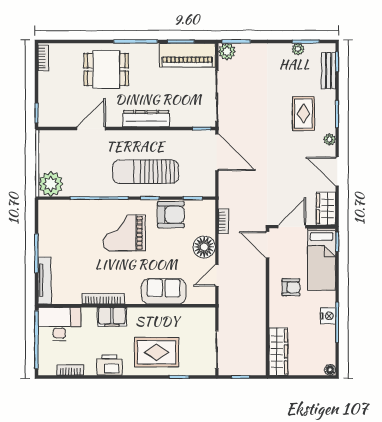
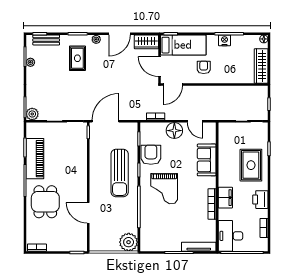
piano: (187, 55) -> (35, 159), moved
rug: (303, 114) -> (77, 58), turned 90
dresser: (146, 119) -> (81, 173), removed
wardrobe: (278, 351) -> (261, 66), moved, turned -90

